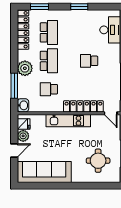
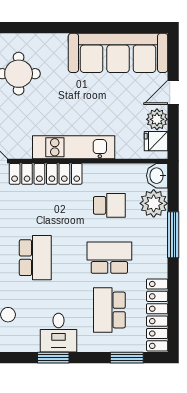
desk: (76, 20) -> (58, 333), added
school desk: (49, 61) -> (109, 258), turned 90
school desk: (89, 61) -> (35, 258), width x1.85
plant: (25, 68) -> (154, 203), moved
window: (14, 86) -> (173, 235), moved

